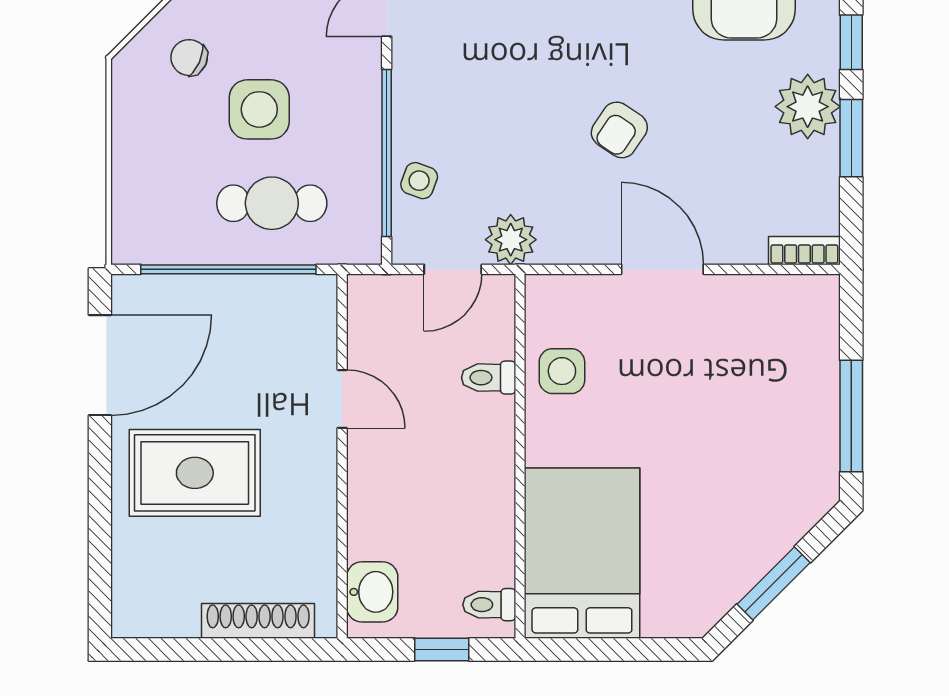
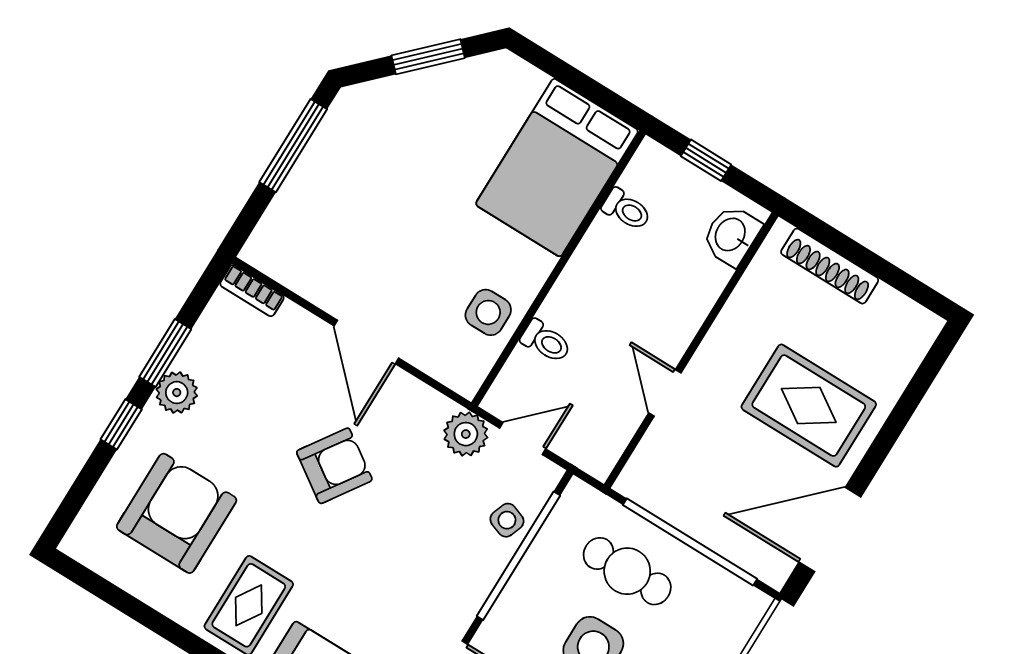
plant: (808, 107) -> (177, 393), width x0.73, depth x0.73
armchair: (619, 130) -> (334, 466), width x1.38, depth x1.38
toilet: (489, 605) -> (627, 210), moved

